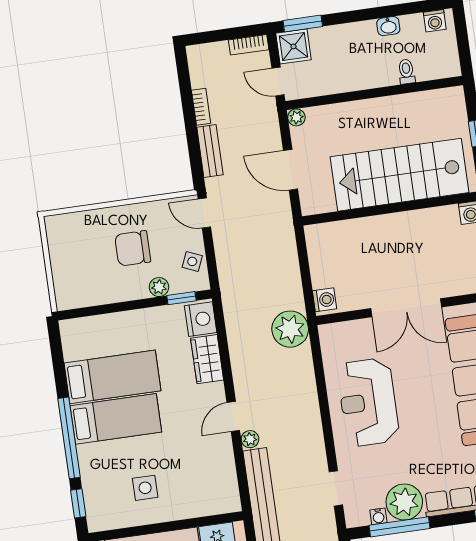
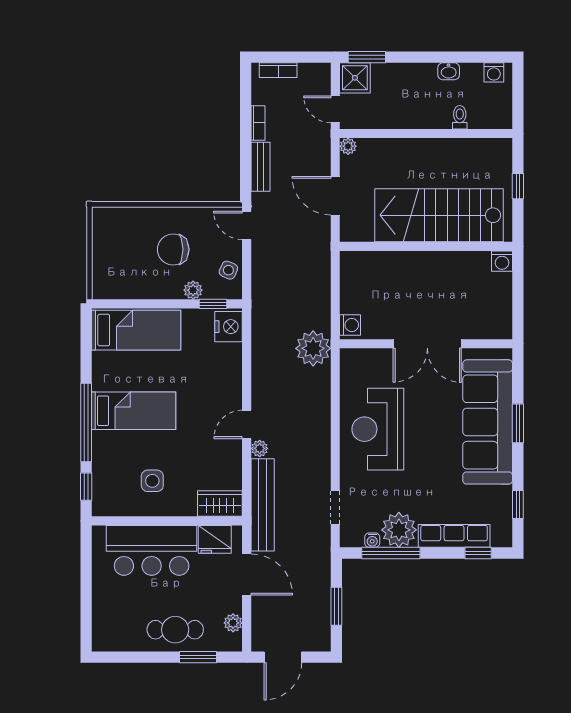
bookcase: (249, 45) -> (278, 70), moved
wardrobe: (207, 359) -> (220, 504), moved, turned 90
bed: (112, 377) -> (136, 330), moved

